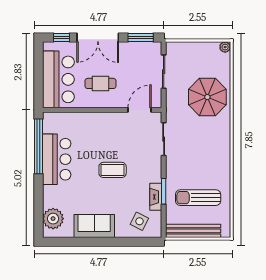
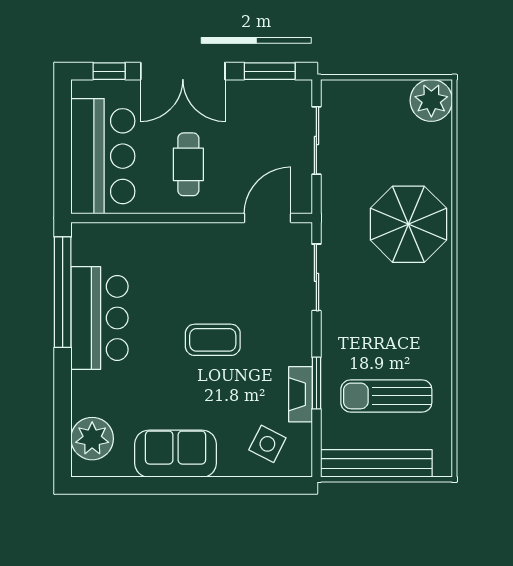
plant: (225, 47) -> (431, 100), width x1.87, depth x1.87
cafe table: (100, 83) -> (188, 164), turned 90
parasol: (207, 97) -> (408, 224), moved

